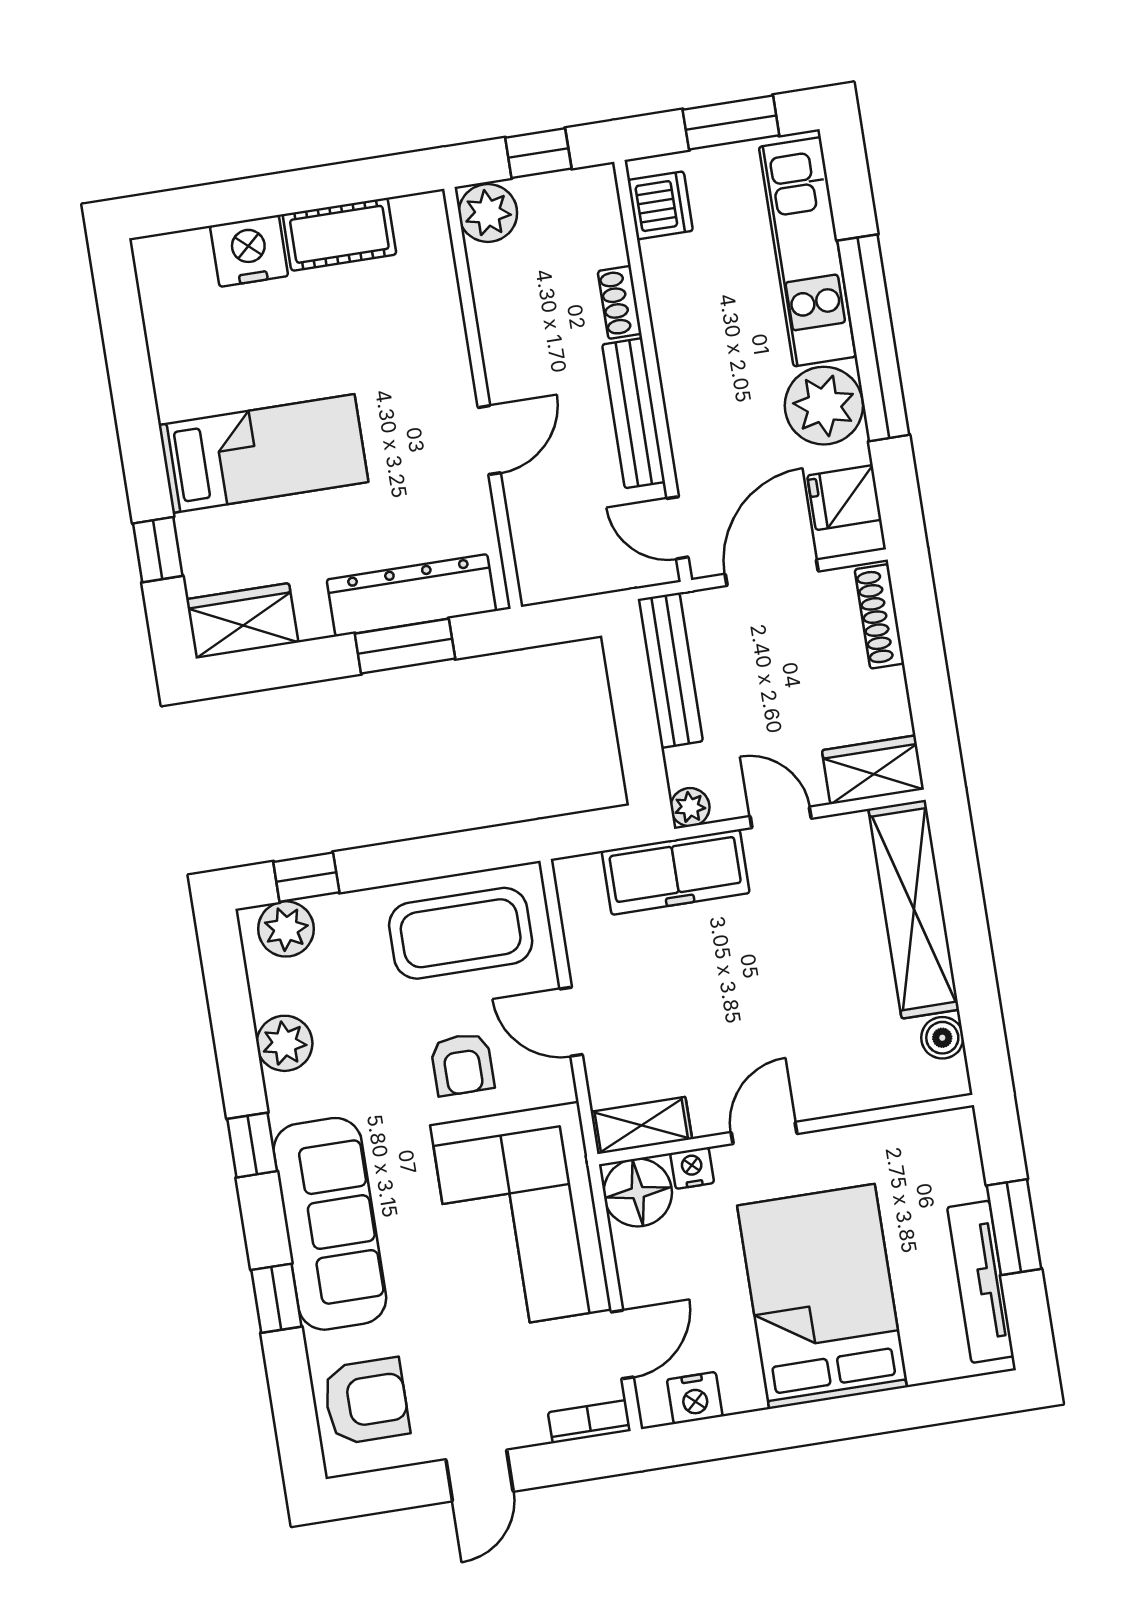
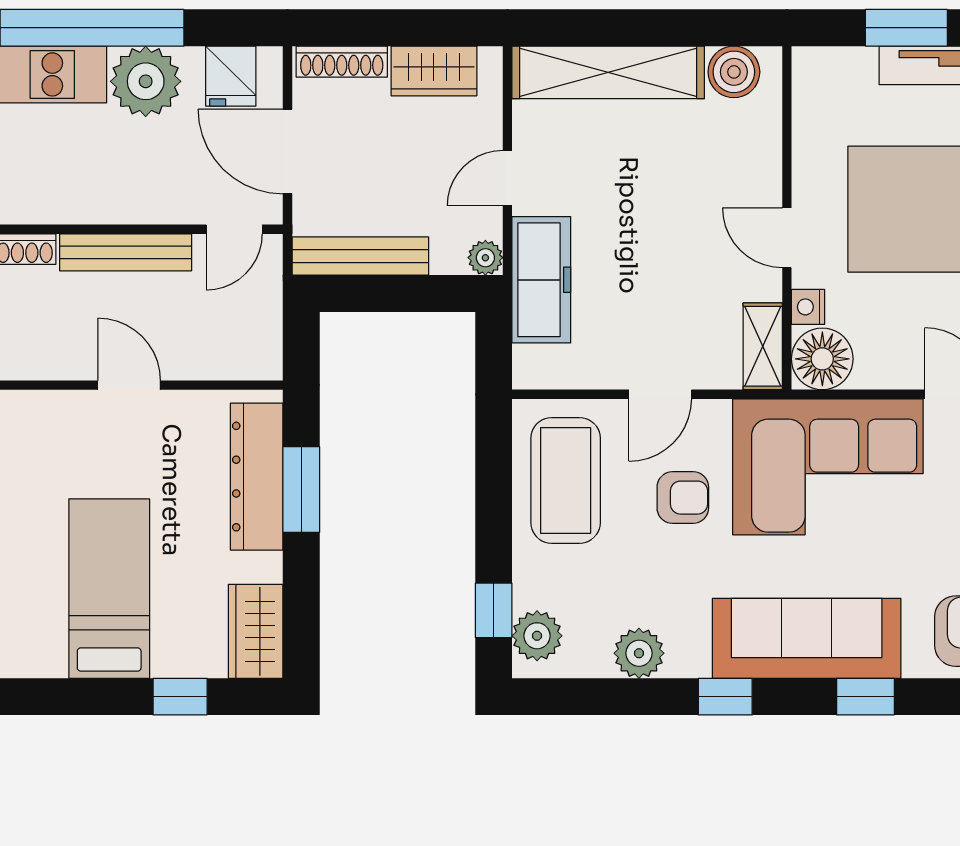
wardrobe: (873, 770) -> (434, 71), moved, turned -90
boiler: (942, 1038) -> (734, 72), width x1.36, depth x1.36

